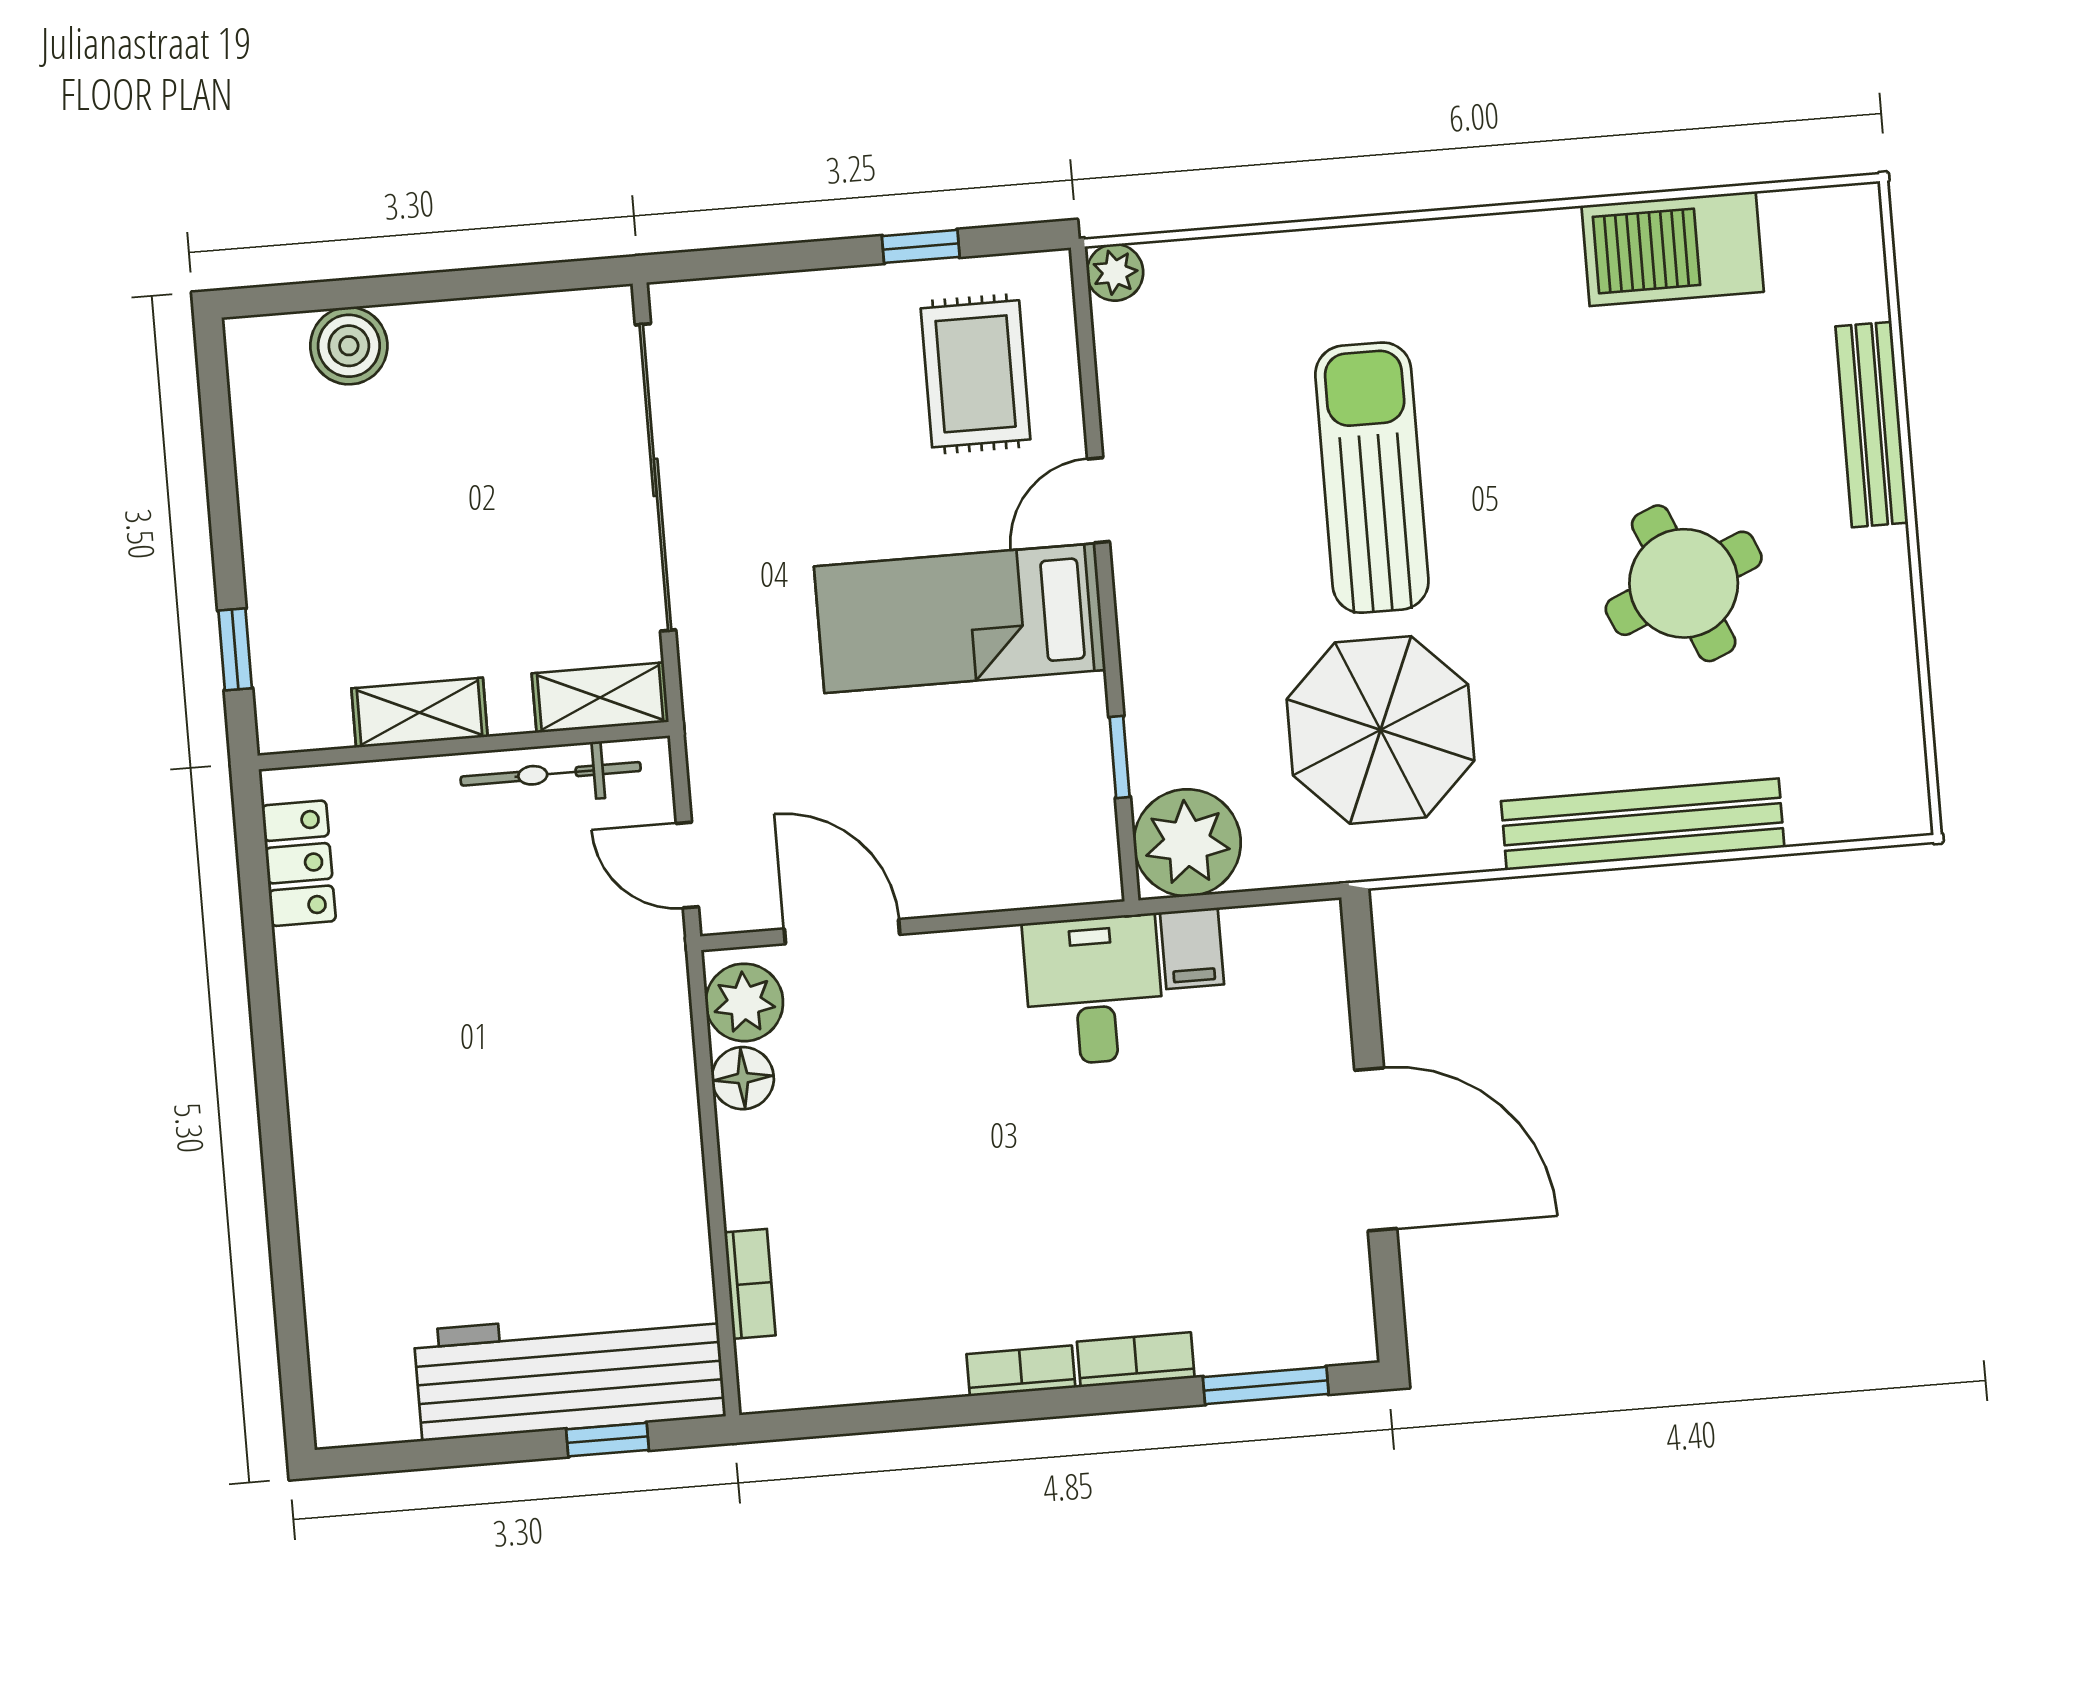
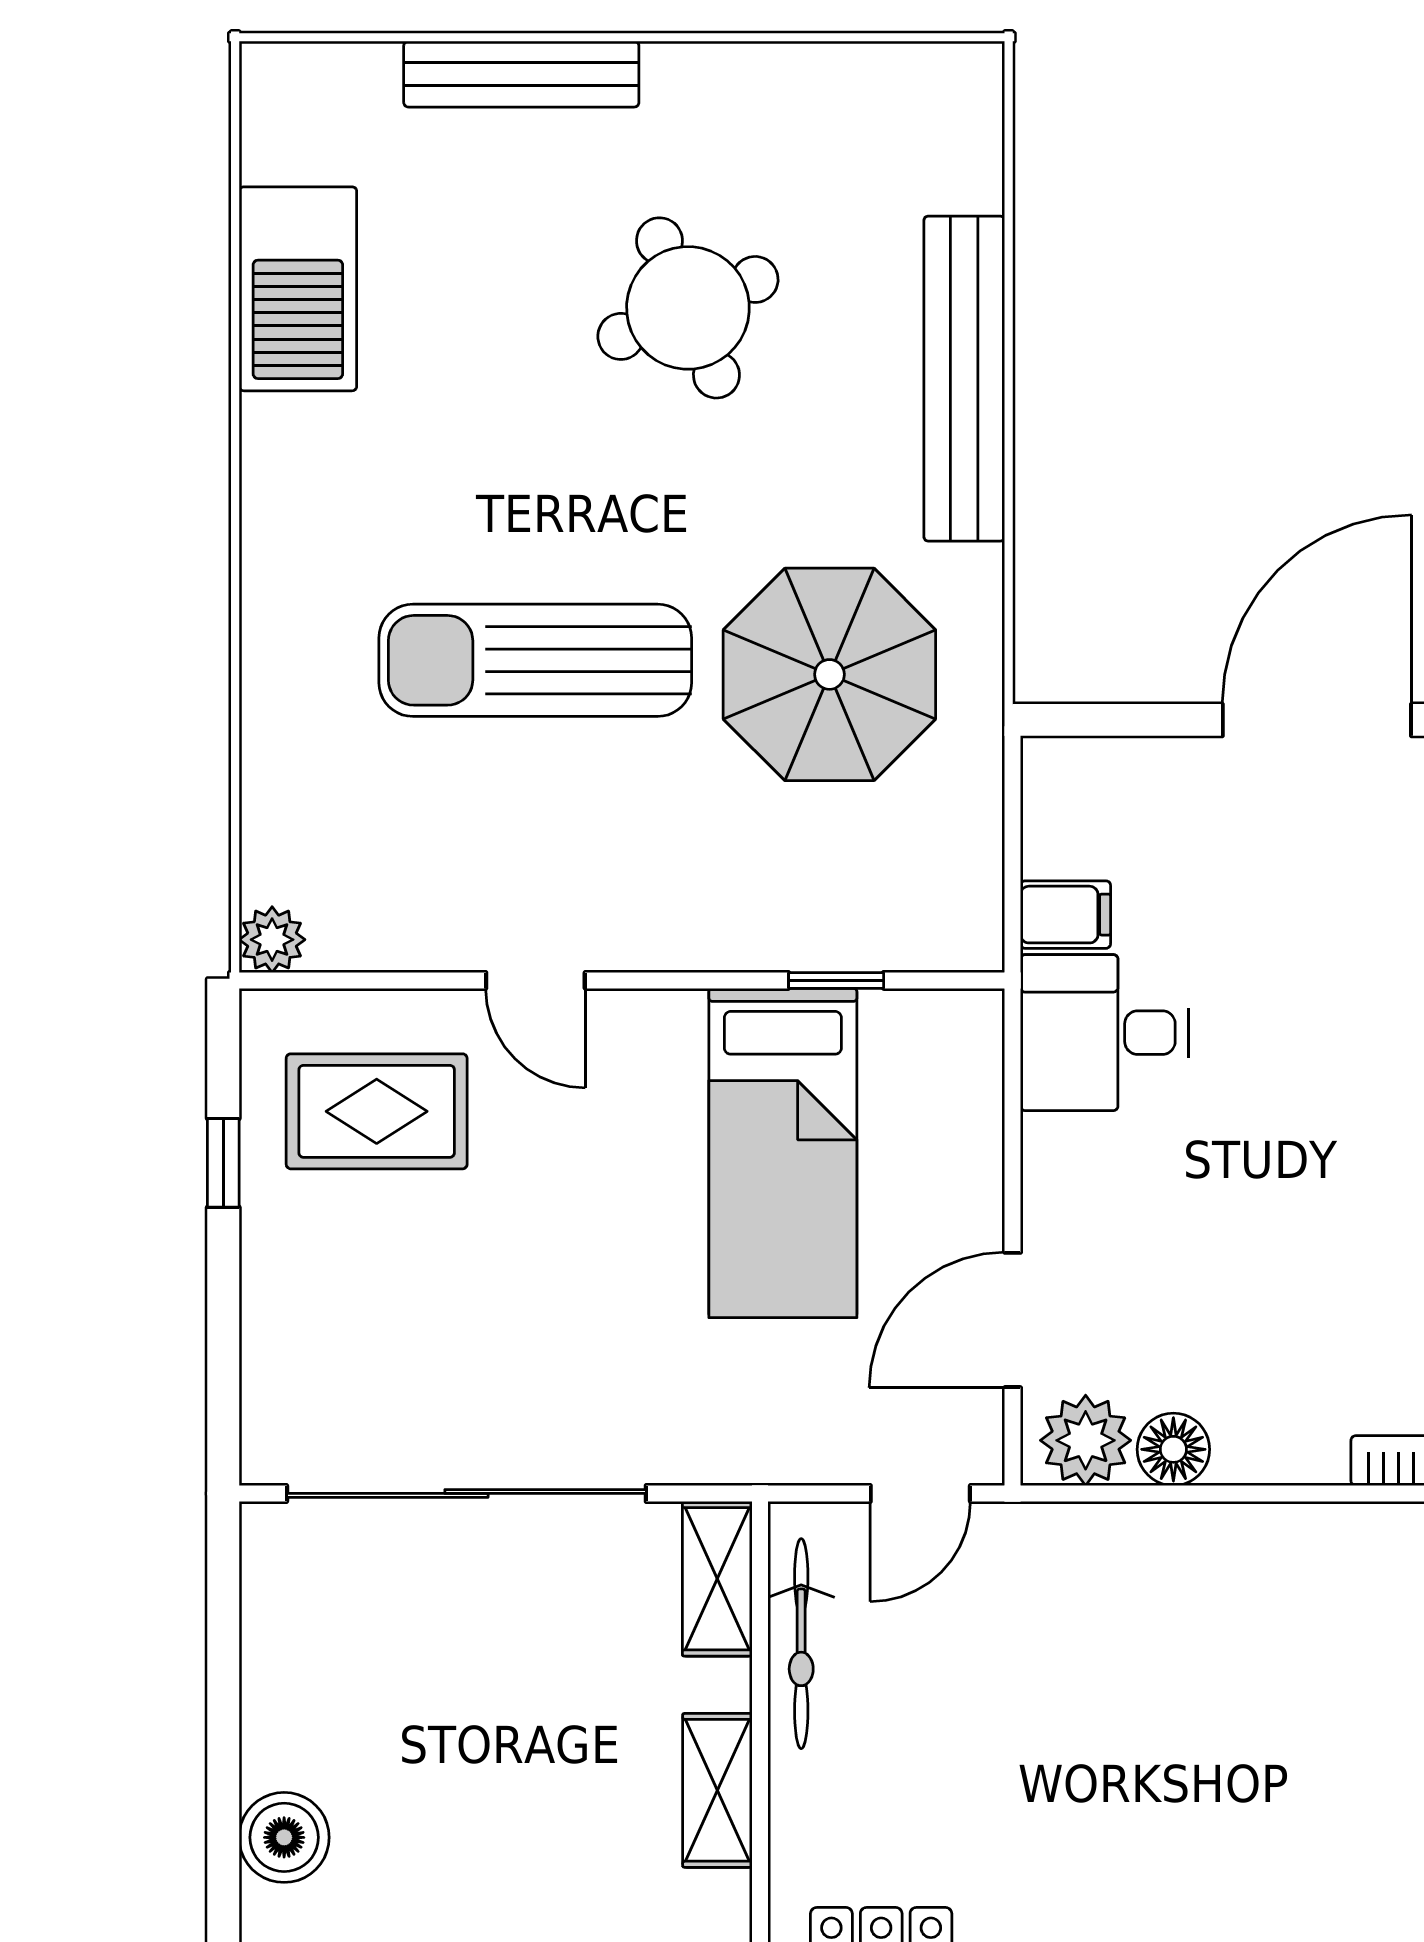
bed: (960, 618) -> (783, 1153), moved
plant: (1187, 843) -> (942, 910), removed

